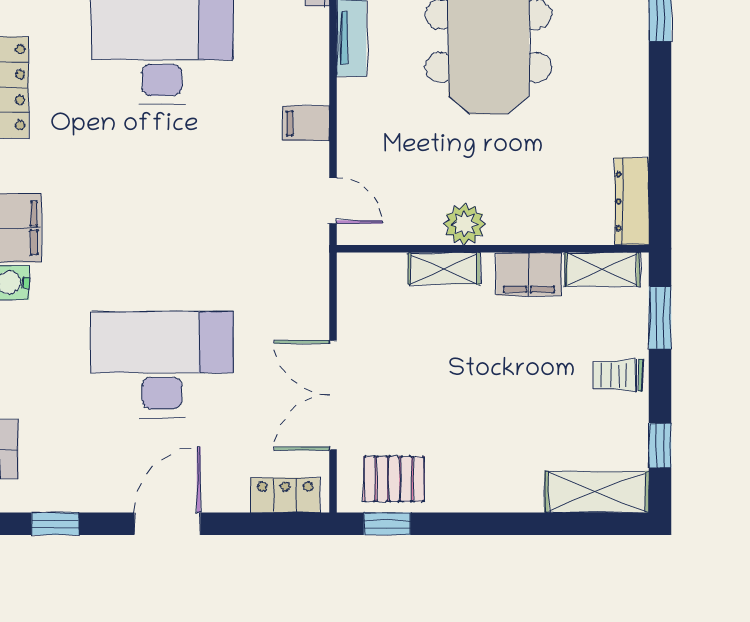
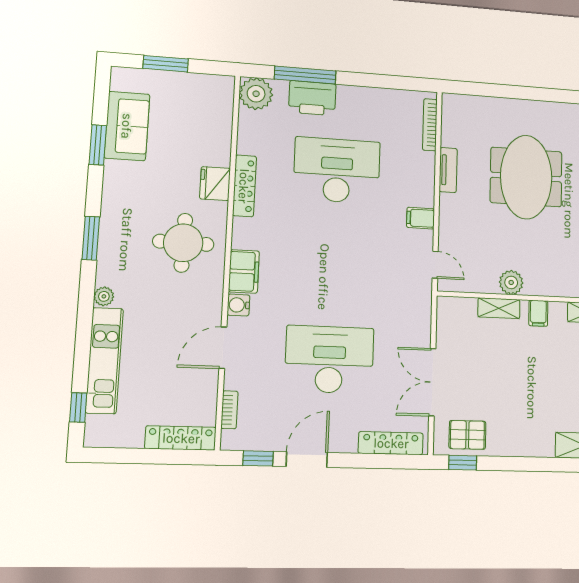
filing cabinet: (529, 274) -> (538, 313), width x0.50
locker: (285, 495) -> (391, 443), width x1.53
door: (167, 524) -> (307, 459), moved

